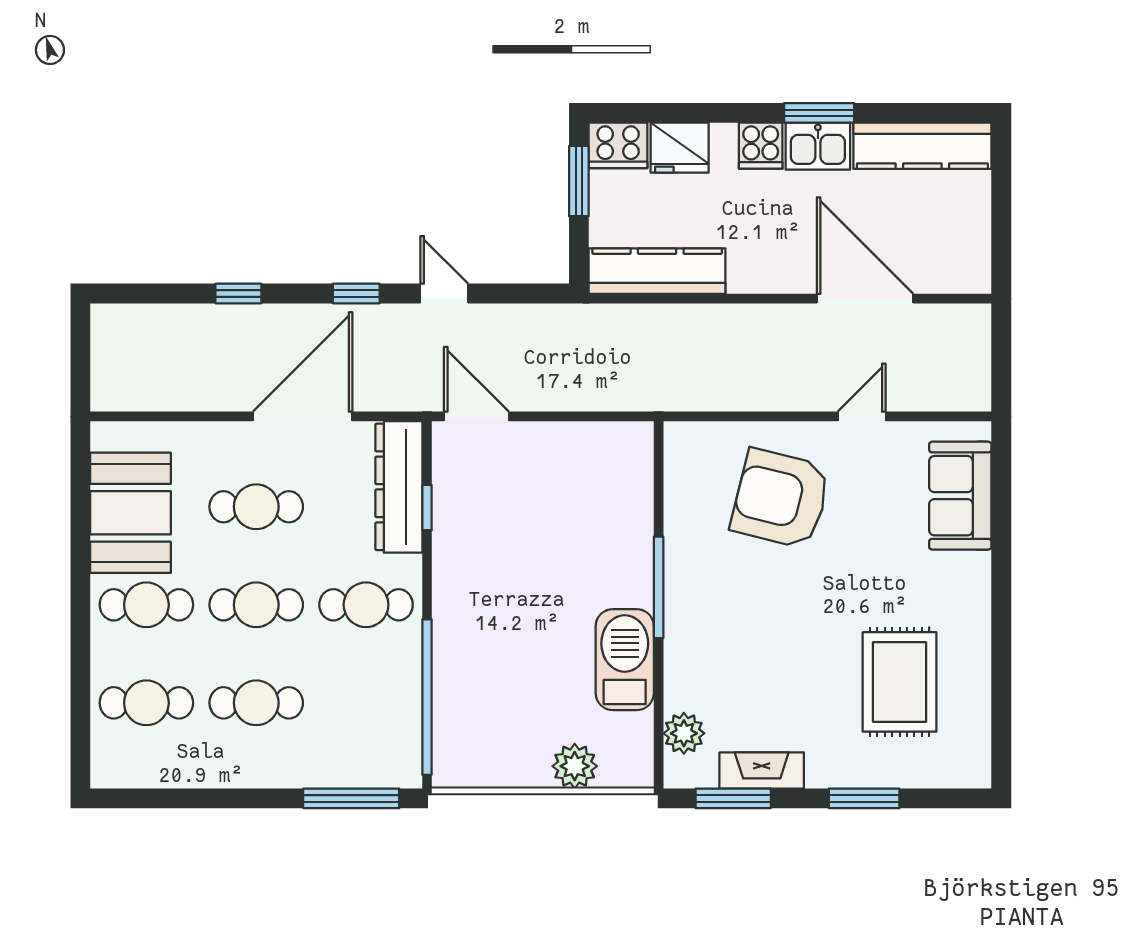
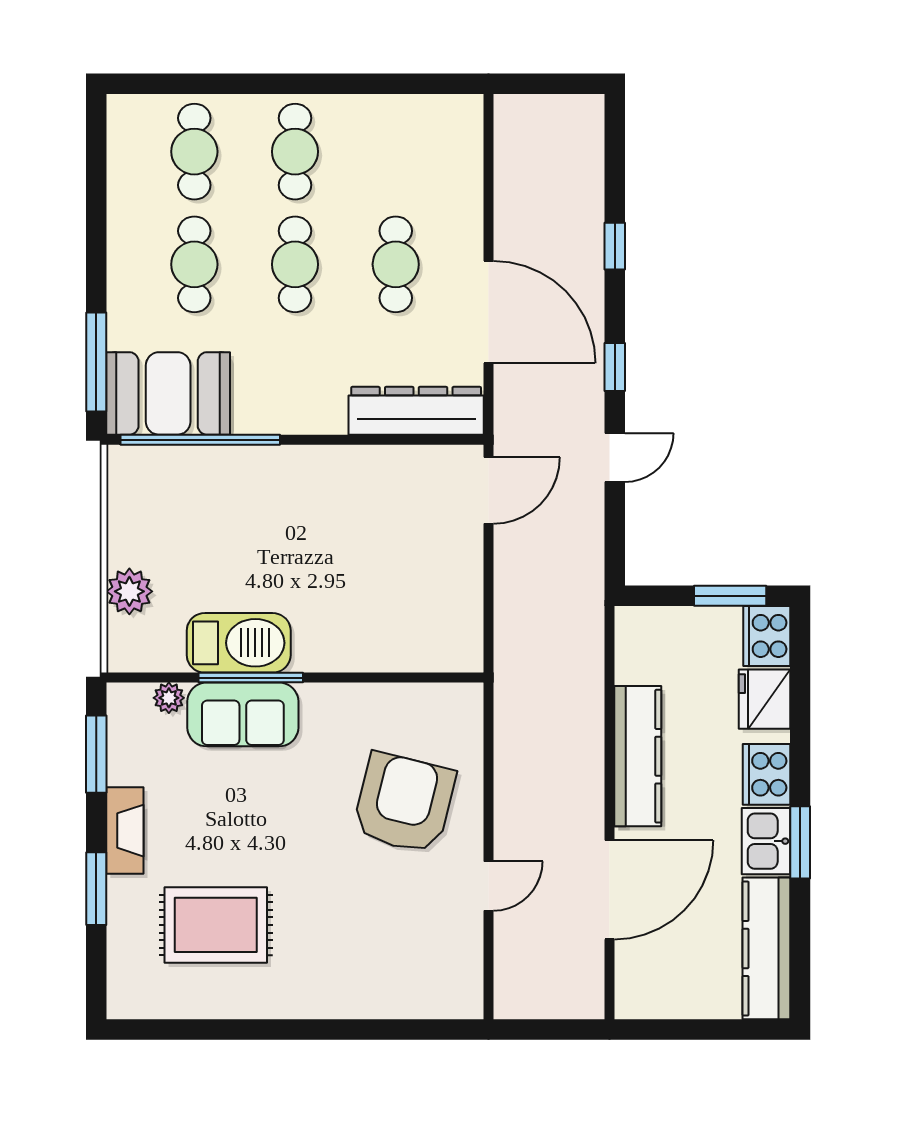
cooker: (761, 146) -> (766, 774), width x1.36
kitchen counter: (657, 271) -> (638, 756), moved
door: (862, 416) -> (489, 886), hinge flipped
sofa: (960, 496) -> (243, 714), moved, turned 180
window: (427, 508) -> (395, 440), removed
booth: (131, 513) -> (168, 393), moved
window: (659, 587) -> (251, 678), moved
cafe table: (366, 605) -> (295, 377), removed
plant: (684, 733) -> (169, 698), width x0.73, depth x0.73
fireplace: (762, 770) -> (125, 831), moved

